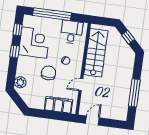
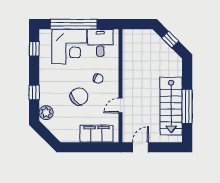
corner desk: (34, 43) -> (69, 47), moved, turned 90
window: (15, 51) -> (34, 92), moved
stairs: (96, 53) -> (171, 106), moved, turned 180
chair: (48, 73) -> (79, 96), turned 50

